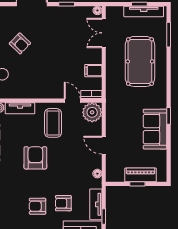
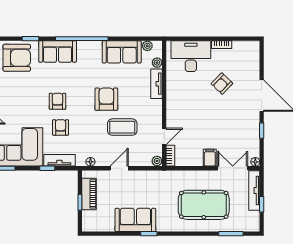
tv unit: (144, 11) -> (254, 190), moved
filing cabinet: (93, 71) -> (210, 158), moved
plant: (92, 112) -> (157, 161), width x0.53, depth x0.53
coffee table: (53, 123) -> (122, 127), moved
armchair: (35, 158) -> (106, 99), turned -90
piano: (141, 175) -> (89, 194), moved

